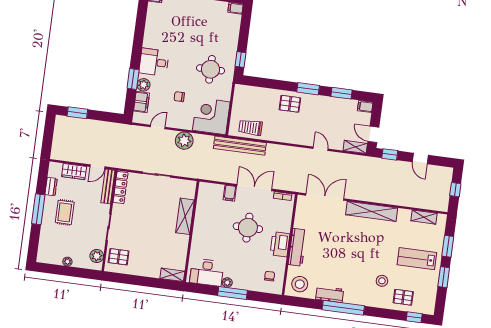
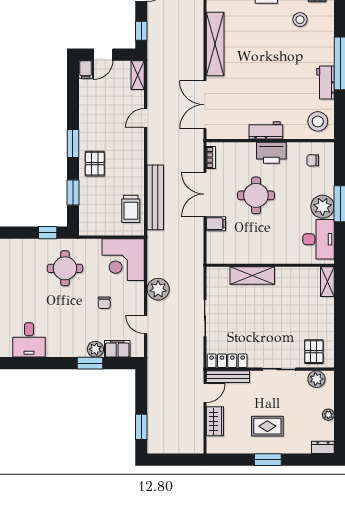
desk: (154, 62) -> (29, 340), moved
window: (341, 93) -> (73, 193), moved
door: (373, 134) -> (103, 55), moved
bench: (240, 146) -> (155, 197), moved
door: (97, 167) -> (205, 393), hinge flipped
dresser: (51, 187) -> (323, 447), moved
window: (38, 209) -> (268, 460), width x0.69
workbench: (297, 247) -> (266, 130), width x0.73
plant: (227, 283) -> (323, 207), width x1.88, depth x1.88

